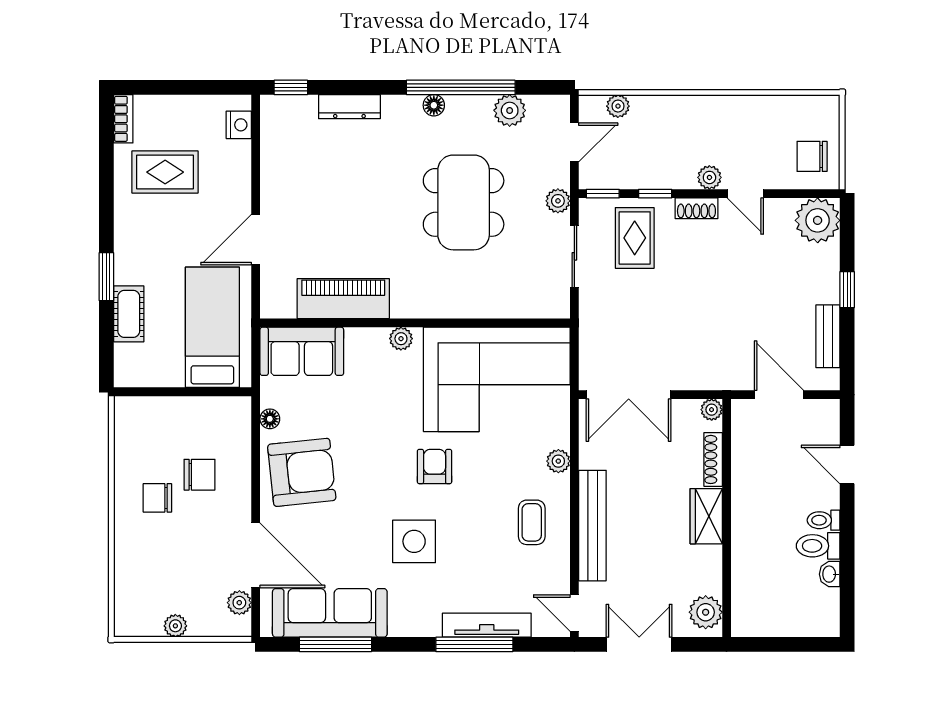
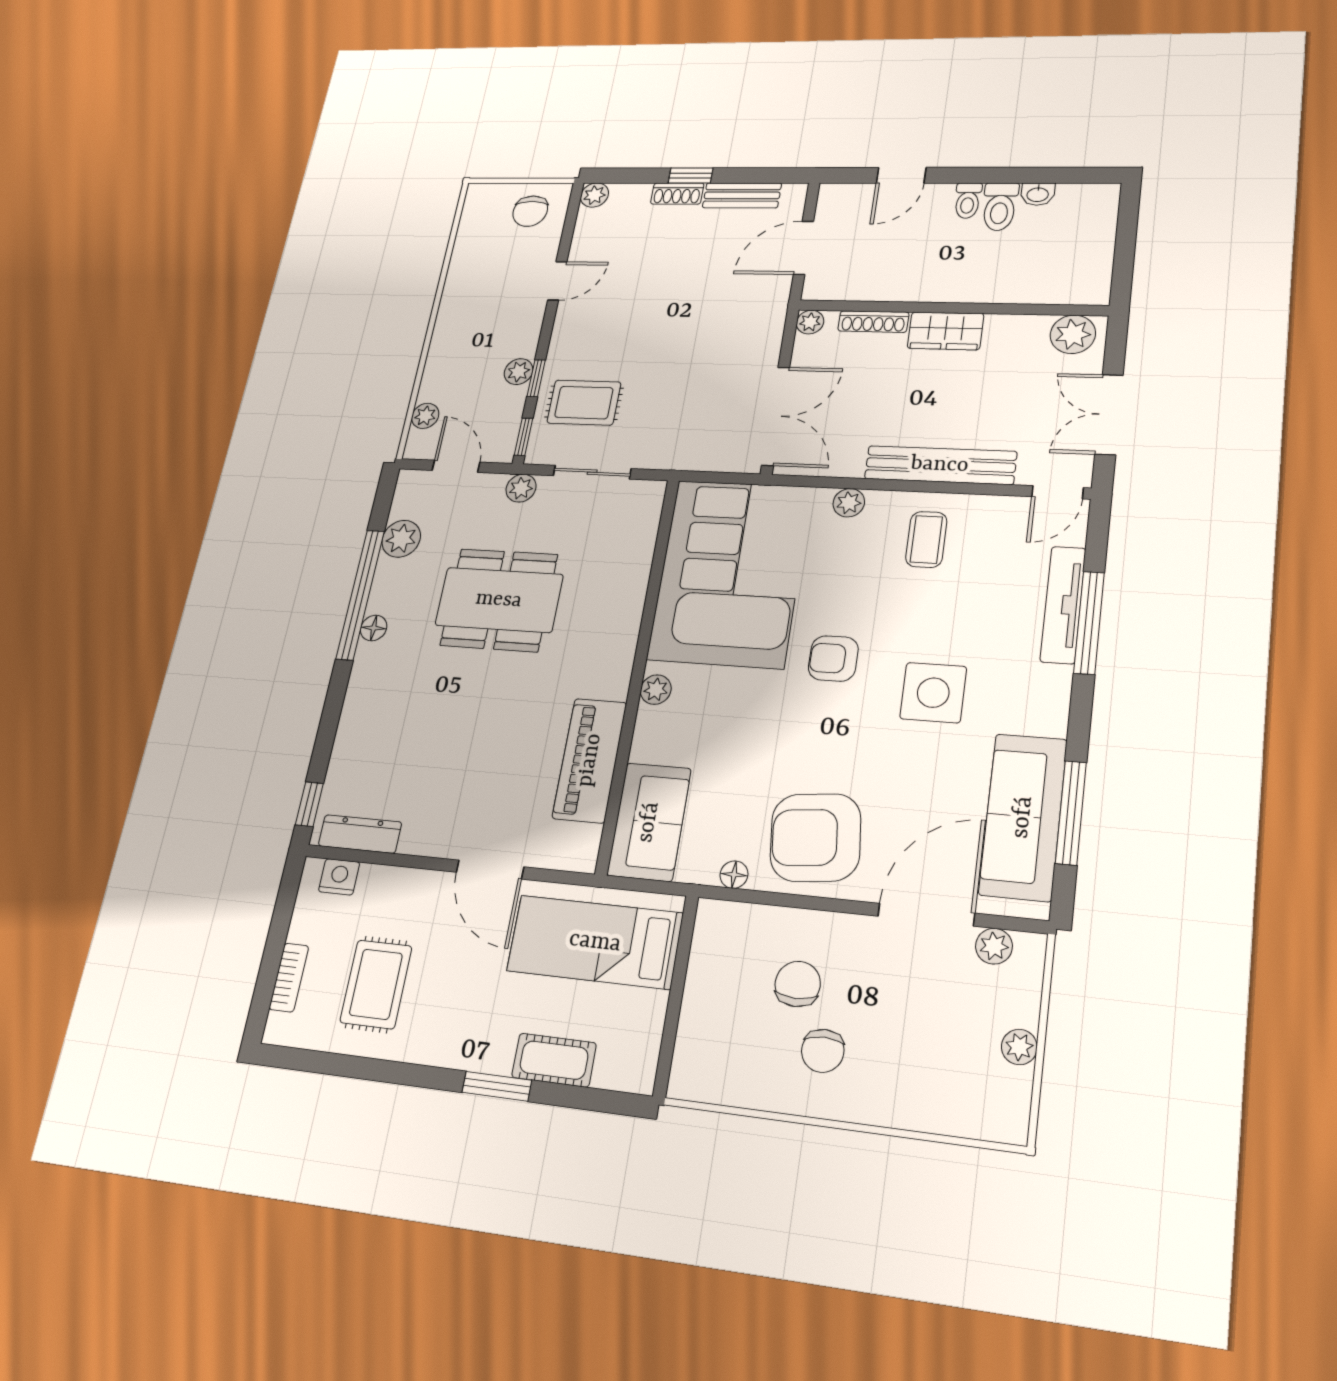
dresser: (349, 107) -> (360, 834), moved, turned -90
bookcase: (123, 119) -> (289, 977), moved, turned 90
plant: (709, 177) -> (519, 372), moved
shoe rack: (696, 208) -> (677, 194), moved, turned 90
plant: (818, 220) -> (594, 195), width x0.53, depth x0.53
armchair: (302, 472) -> (815, 837), turned -90
coffee table: (532, 522) -> (926, 539), turned 90

